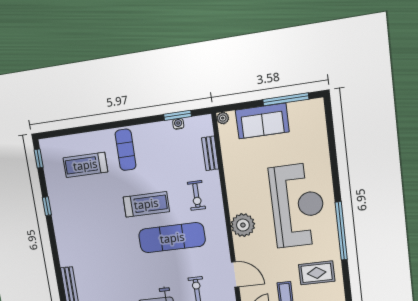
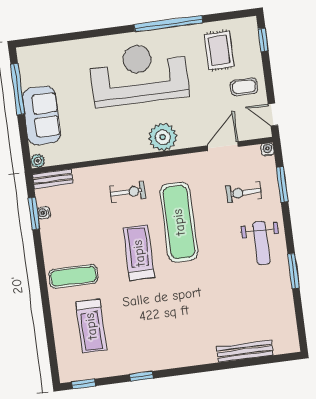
bench: (210, 153) -> (53, 179), moved

